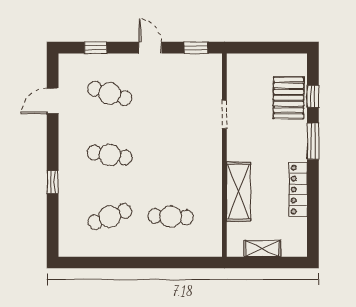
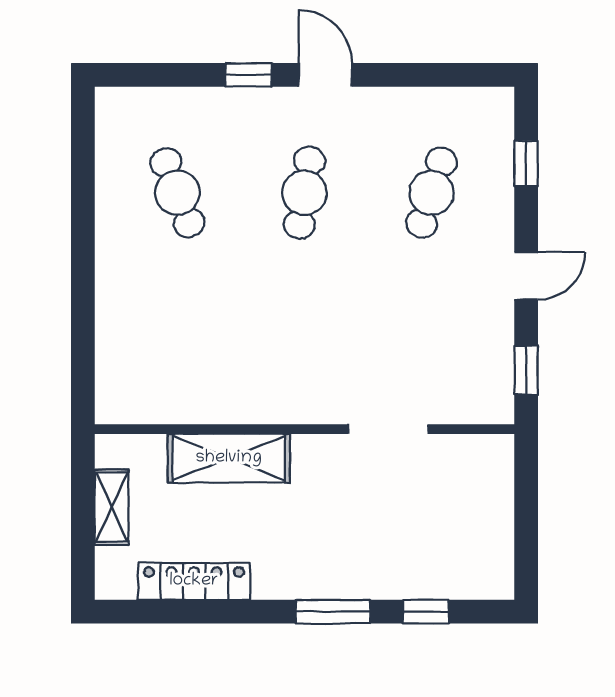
pallet: (288, 98) -> (422, 561), removed
door: (53, 101) -> (325, 75), moved
doorway: (224, 114) -> (388, 429), width x1.38
locker: (298, 190) -> (194, 581), moved
cafe table: (171, 217) -> (177, 318), removed

